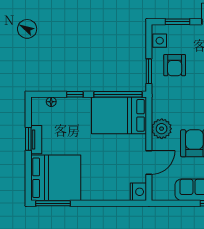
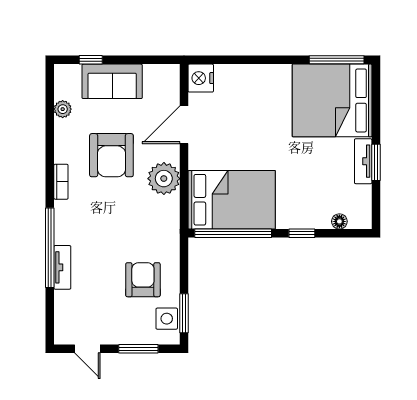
window: (149, 71) -> (184, 313), moved

